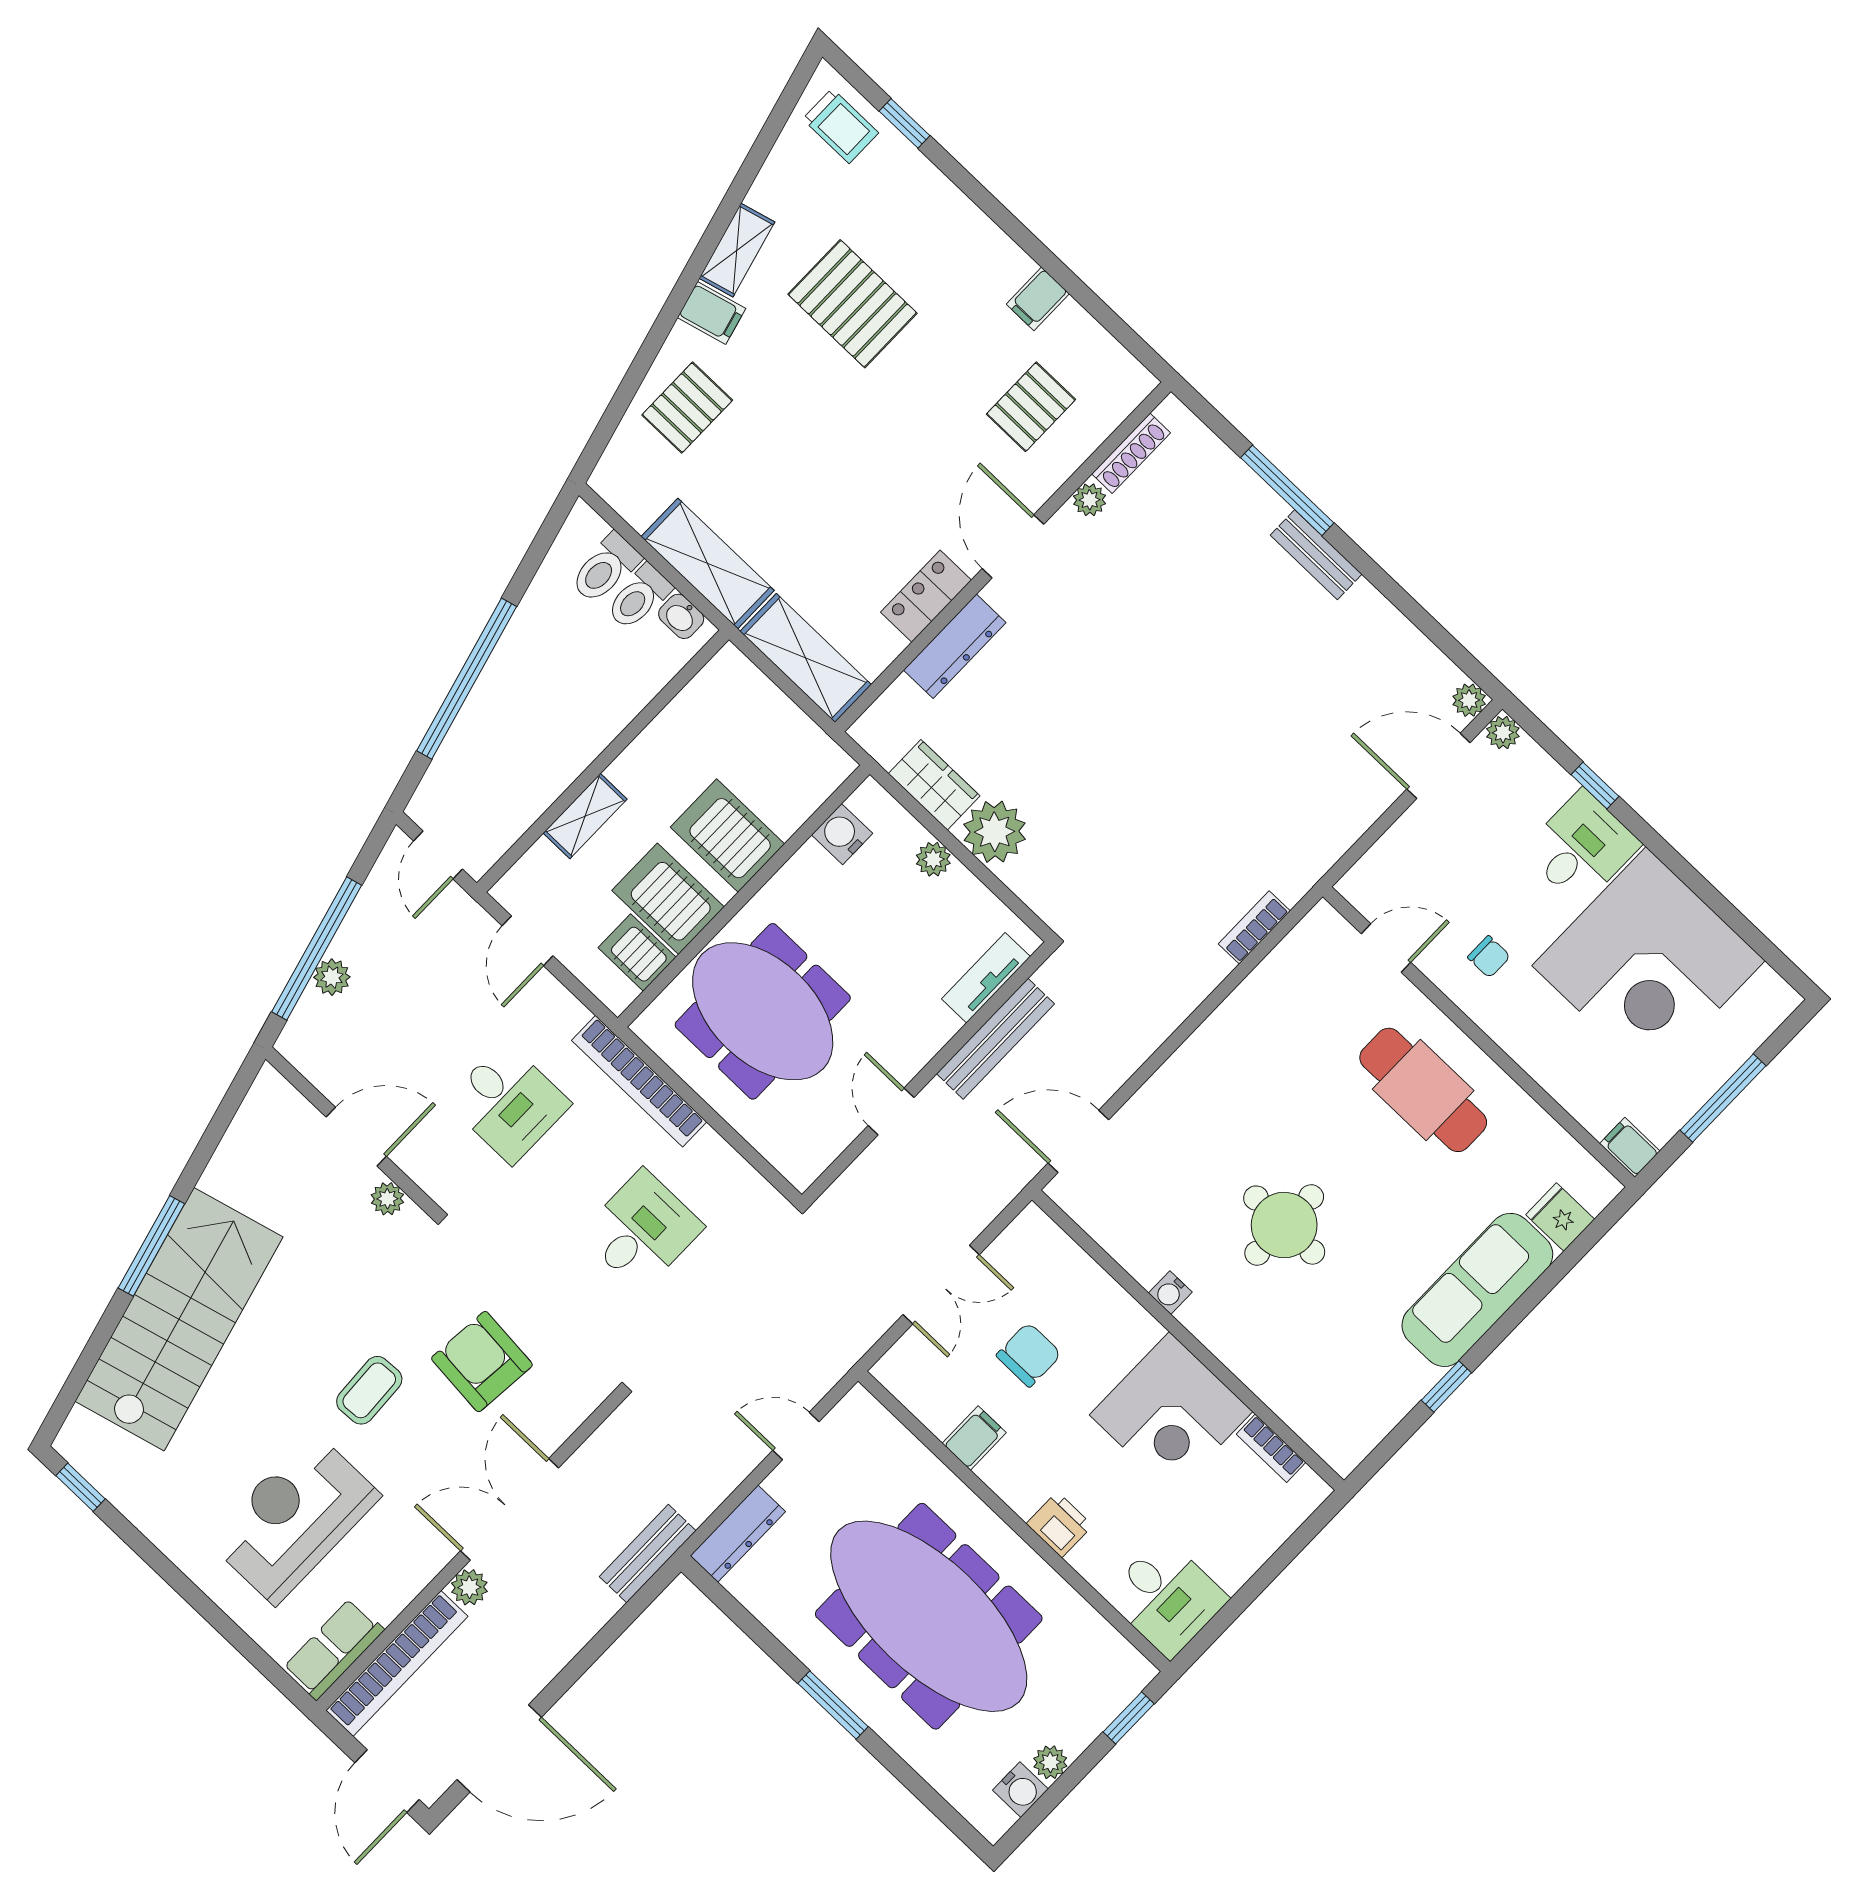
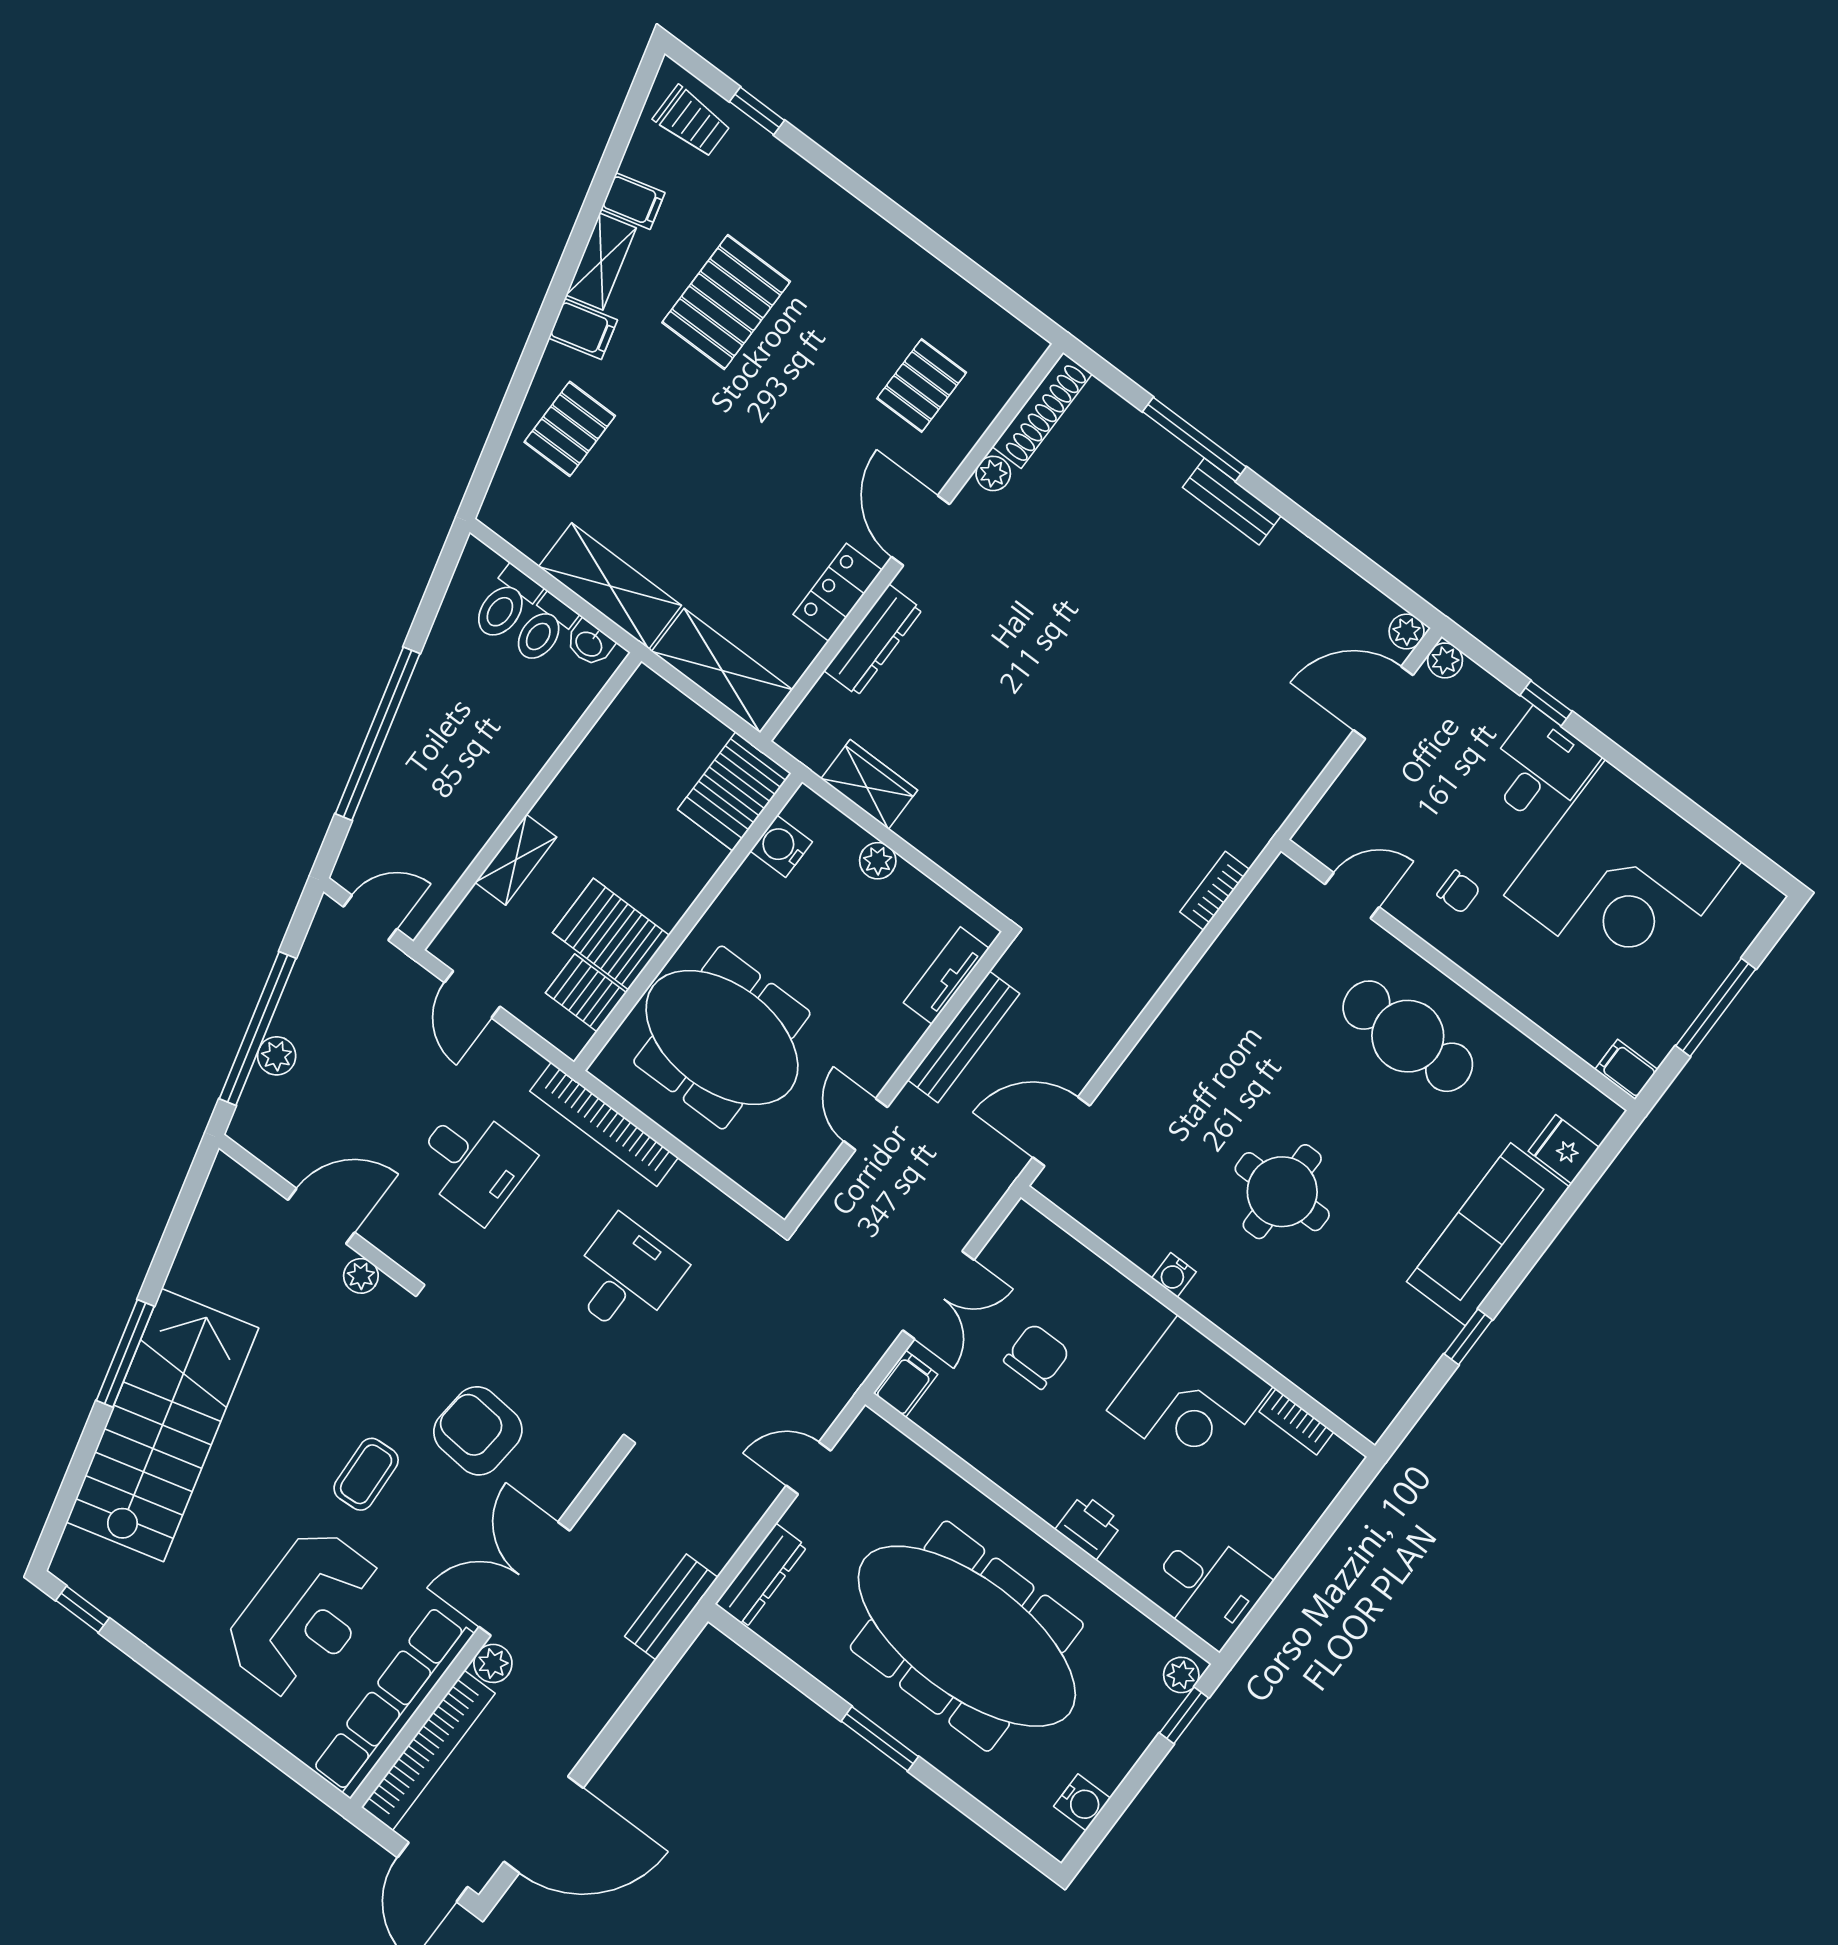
filing cabinet: (1038, 299) -> (633, 201), moved, turned -105
pallet: (852, 304) -> (726, 302), turned 90
shoe rack: (1131, 453) -> (1042, 410), width x1.36, depth x1.24
plant: (995, 832) -> (937, 825), removed
server rack: (727, 836) -> (734, 791), moved, turned -90
door: (438, 855) -> (370, 918), swing flipped
filing cabinet: (974, 1438) -> (906, 1384), moved
reception desk: (294, 1518) -> (305, 1614), turned 180
row of seats: (334, 1649) -> (393, 1702), width x2.02
plant: (1050, 1762) -> (1181, 1675), moved

